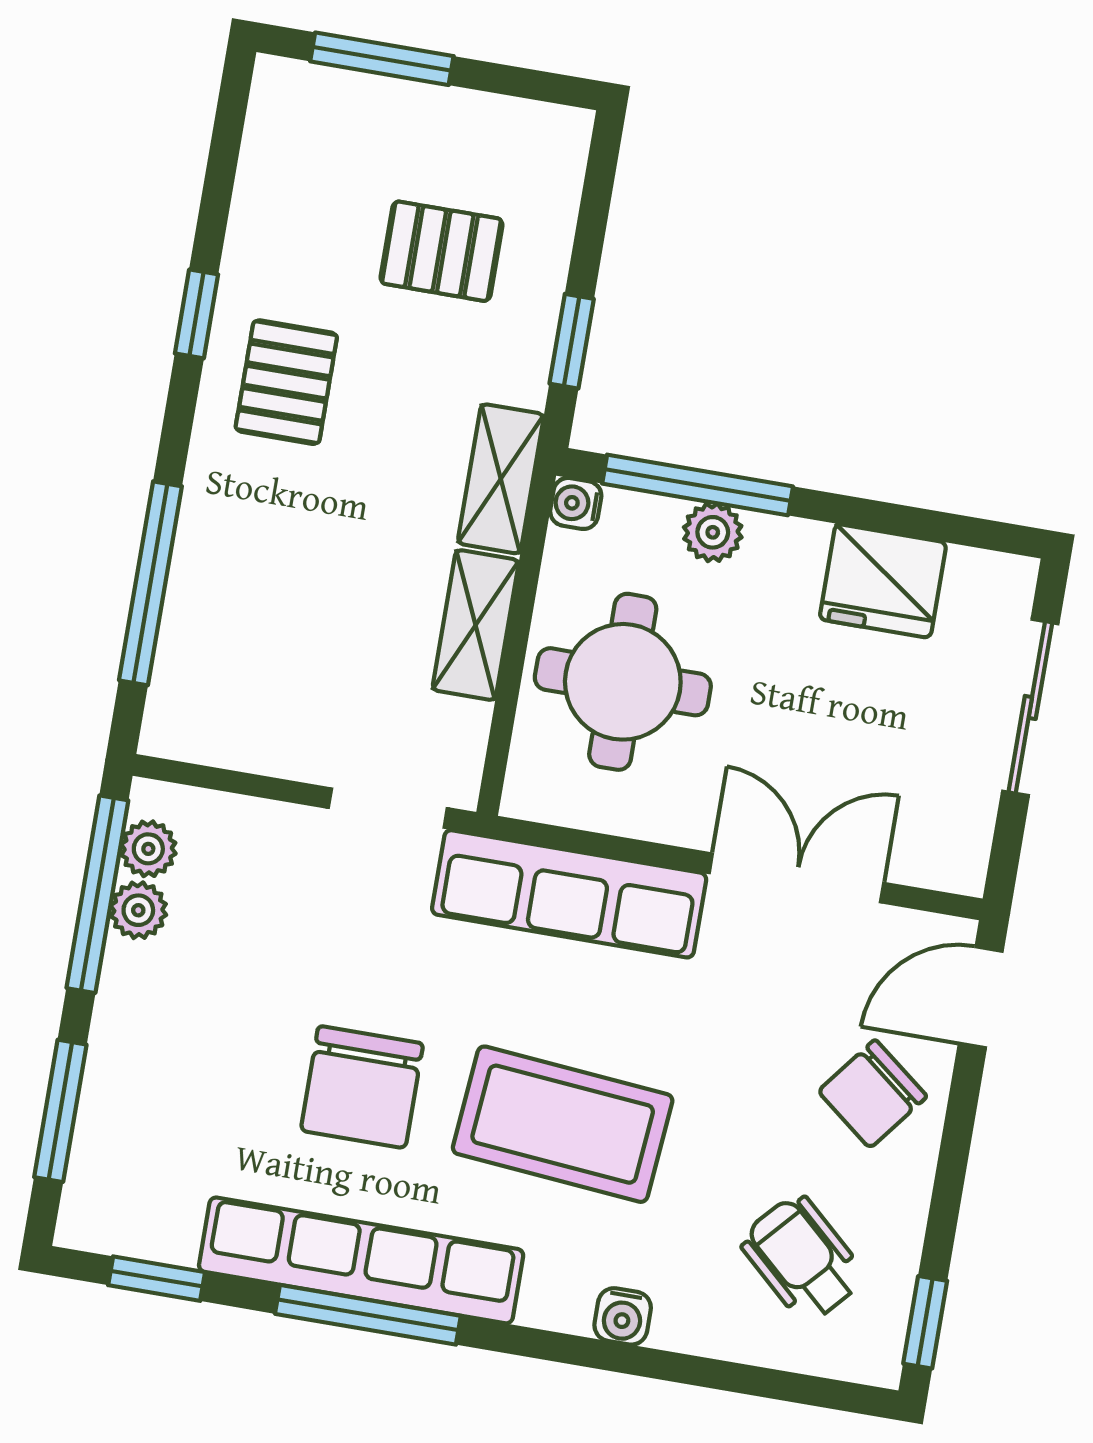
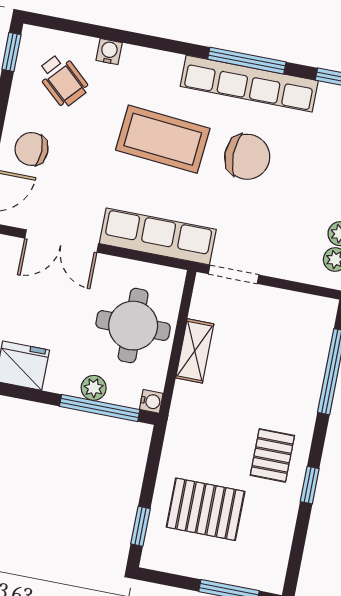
pallet: (442, 251) -> (206, 509), width x1.50, depth x1.42
window: (572, 341) -> (140, 526), moved
shelving: (501, 479) -> (183, 412), removed
chair: (362, 1087) -> (247, 157), turned 90
chair: (873, 1094) -> (32, 149), turned -128
water cooler: (623, 1316) -> (109, 52), moved

